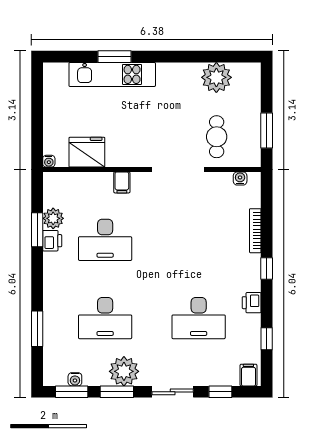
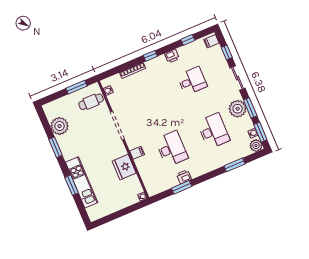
window: (185, 57) -> (55, 147), added
cafe table: (217, 137) -> (91, 102), moved
fridge: (87, 152) -> (124, 167), moved
plant: (53, 218) -> (256, 146), moved
desk: (199, 318) -> (192, 81), width x0.73

